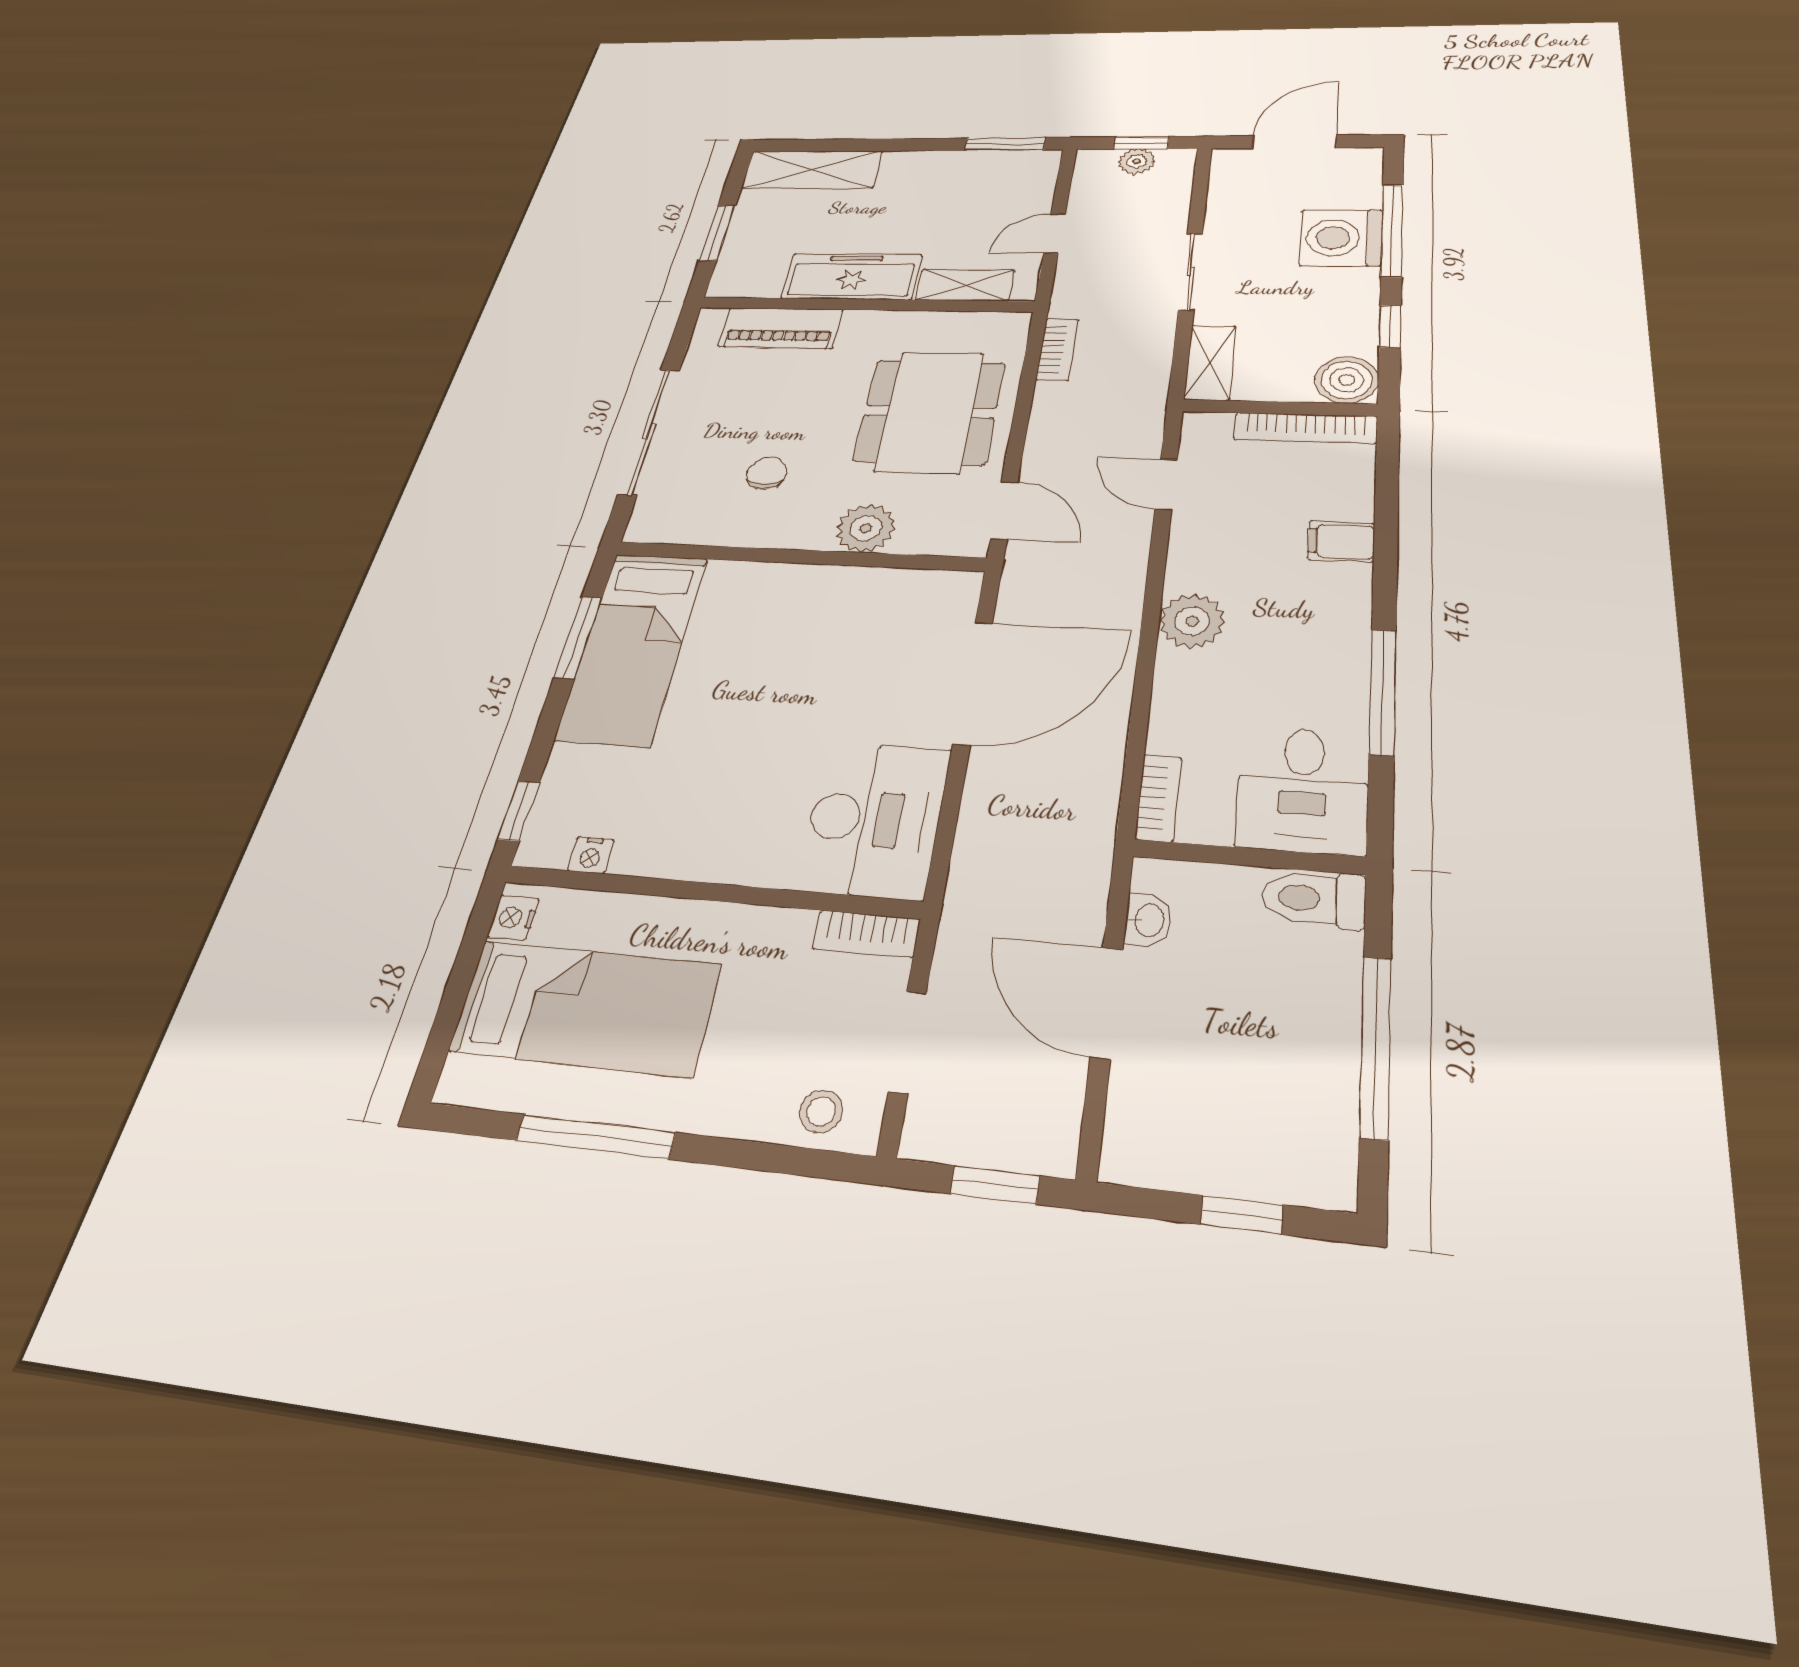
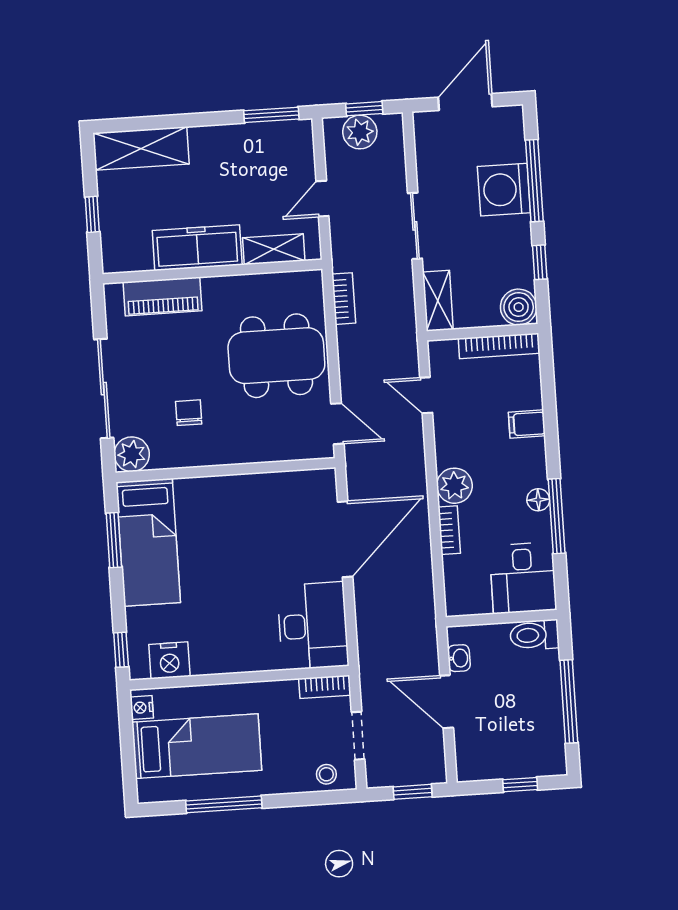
plant: (1137, 161) -> (360, 132), width x1.38, depth x1.38
window: (717, 233) -> (92, 214), width x0.67
dining table: (930, 412) -> (276, 356), turned 90
plant: (866, 528) -> (132, 454), moved
floor lamp: (1349, 660) -> (538, 500), added
bookcase: (1158, 798) -> (449, 530), moved
nightstand: (591, 855) -> (169, 660), width x1.89, depth x1.79

